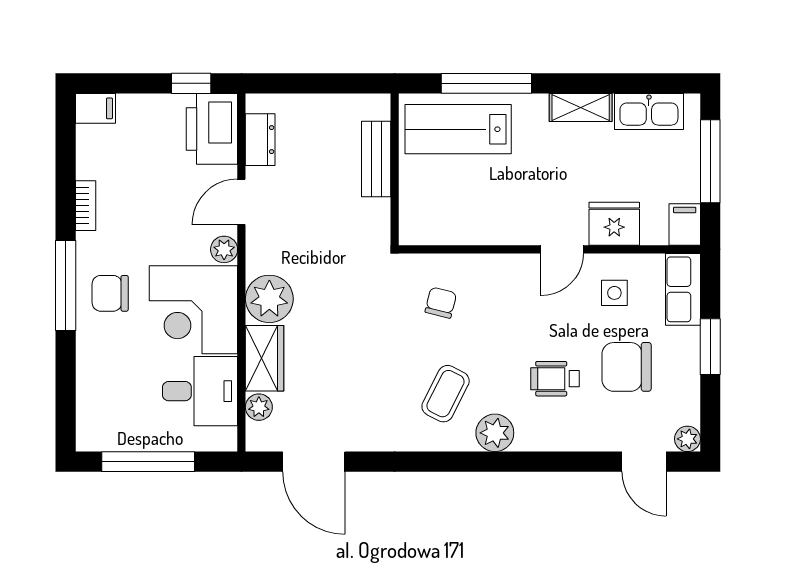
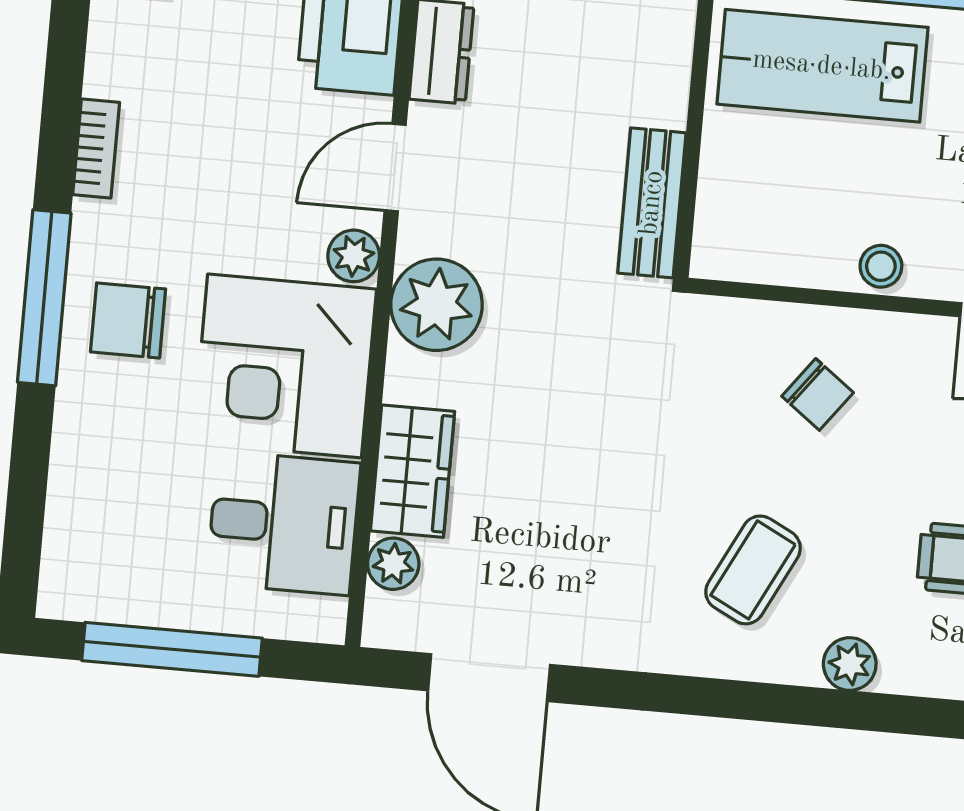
bench: (376, 159) -> (652, 203), moved
stool: (498, 230) -> (881, 266), added
plant: (269, 299) -> (437, 305), moved
chair: (441, 303) -> (818, 394), moved, turned 113
plant: (495, 433) -> (850, 664), width x0.73, depth x0.73

